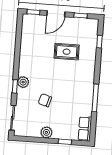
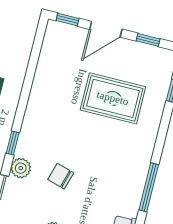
rug: (67, 52) -> (113, 98), width x1.36, depth x1.43
plant: (23, 82) -> (21, 168), moved

